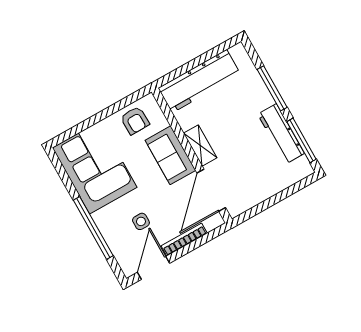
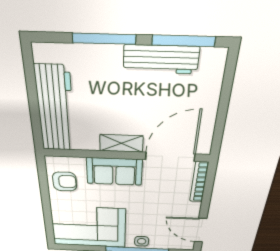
door: (211, 190) -> (170, 157), swing flipped
side table: (141, 221) -> (142, 241), moved
bookcase: (184, 239) -> (199, 182), moved

